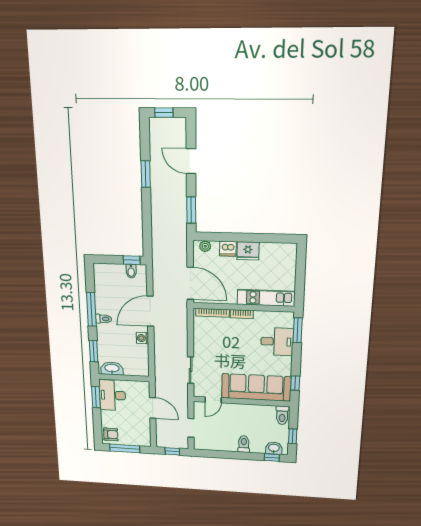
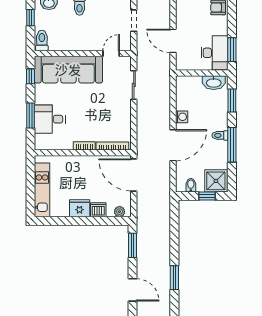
window: (132, 260) -> (207, 196), moved
shower: (106, 275) -> (216, 181), added
kitchen unit: (266, 298) -> (42, 190), moved, turned -90
window: (298, 330) -> (30, 115), moved

